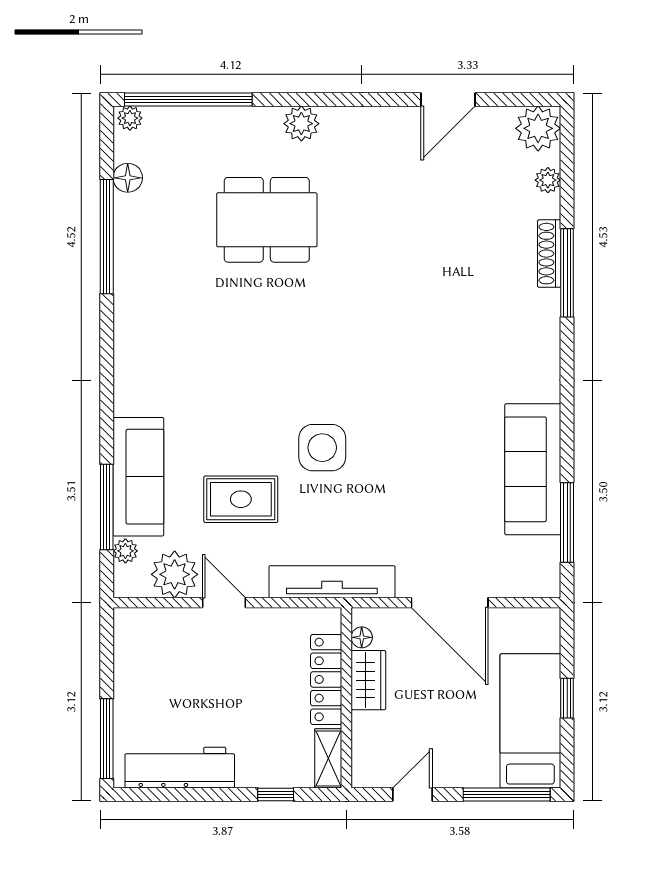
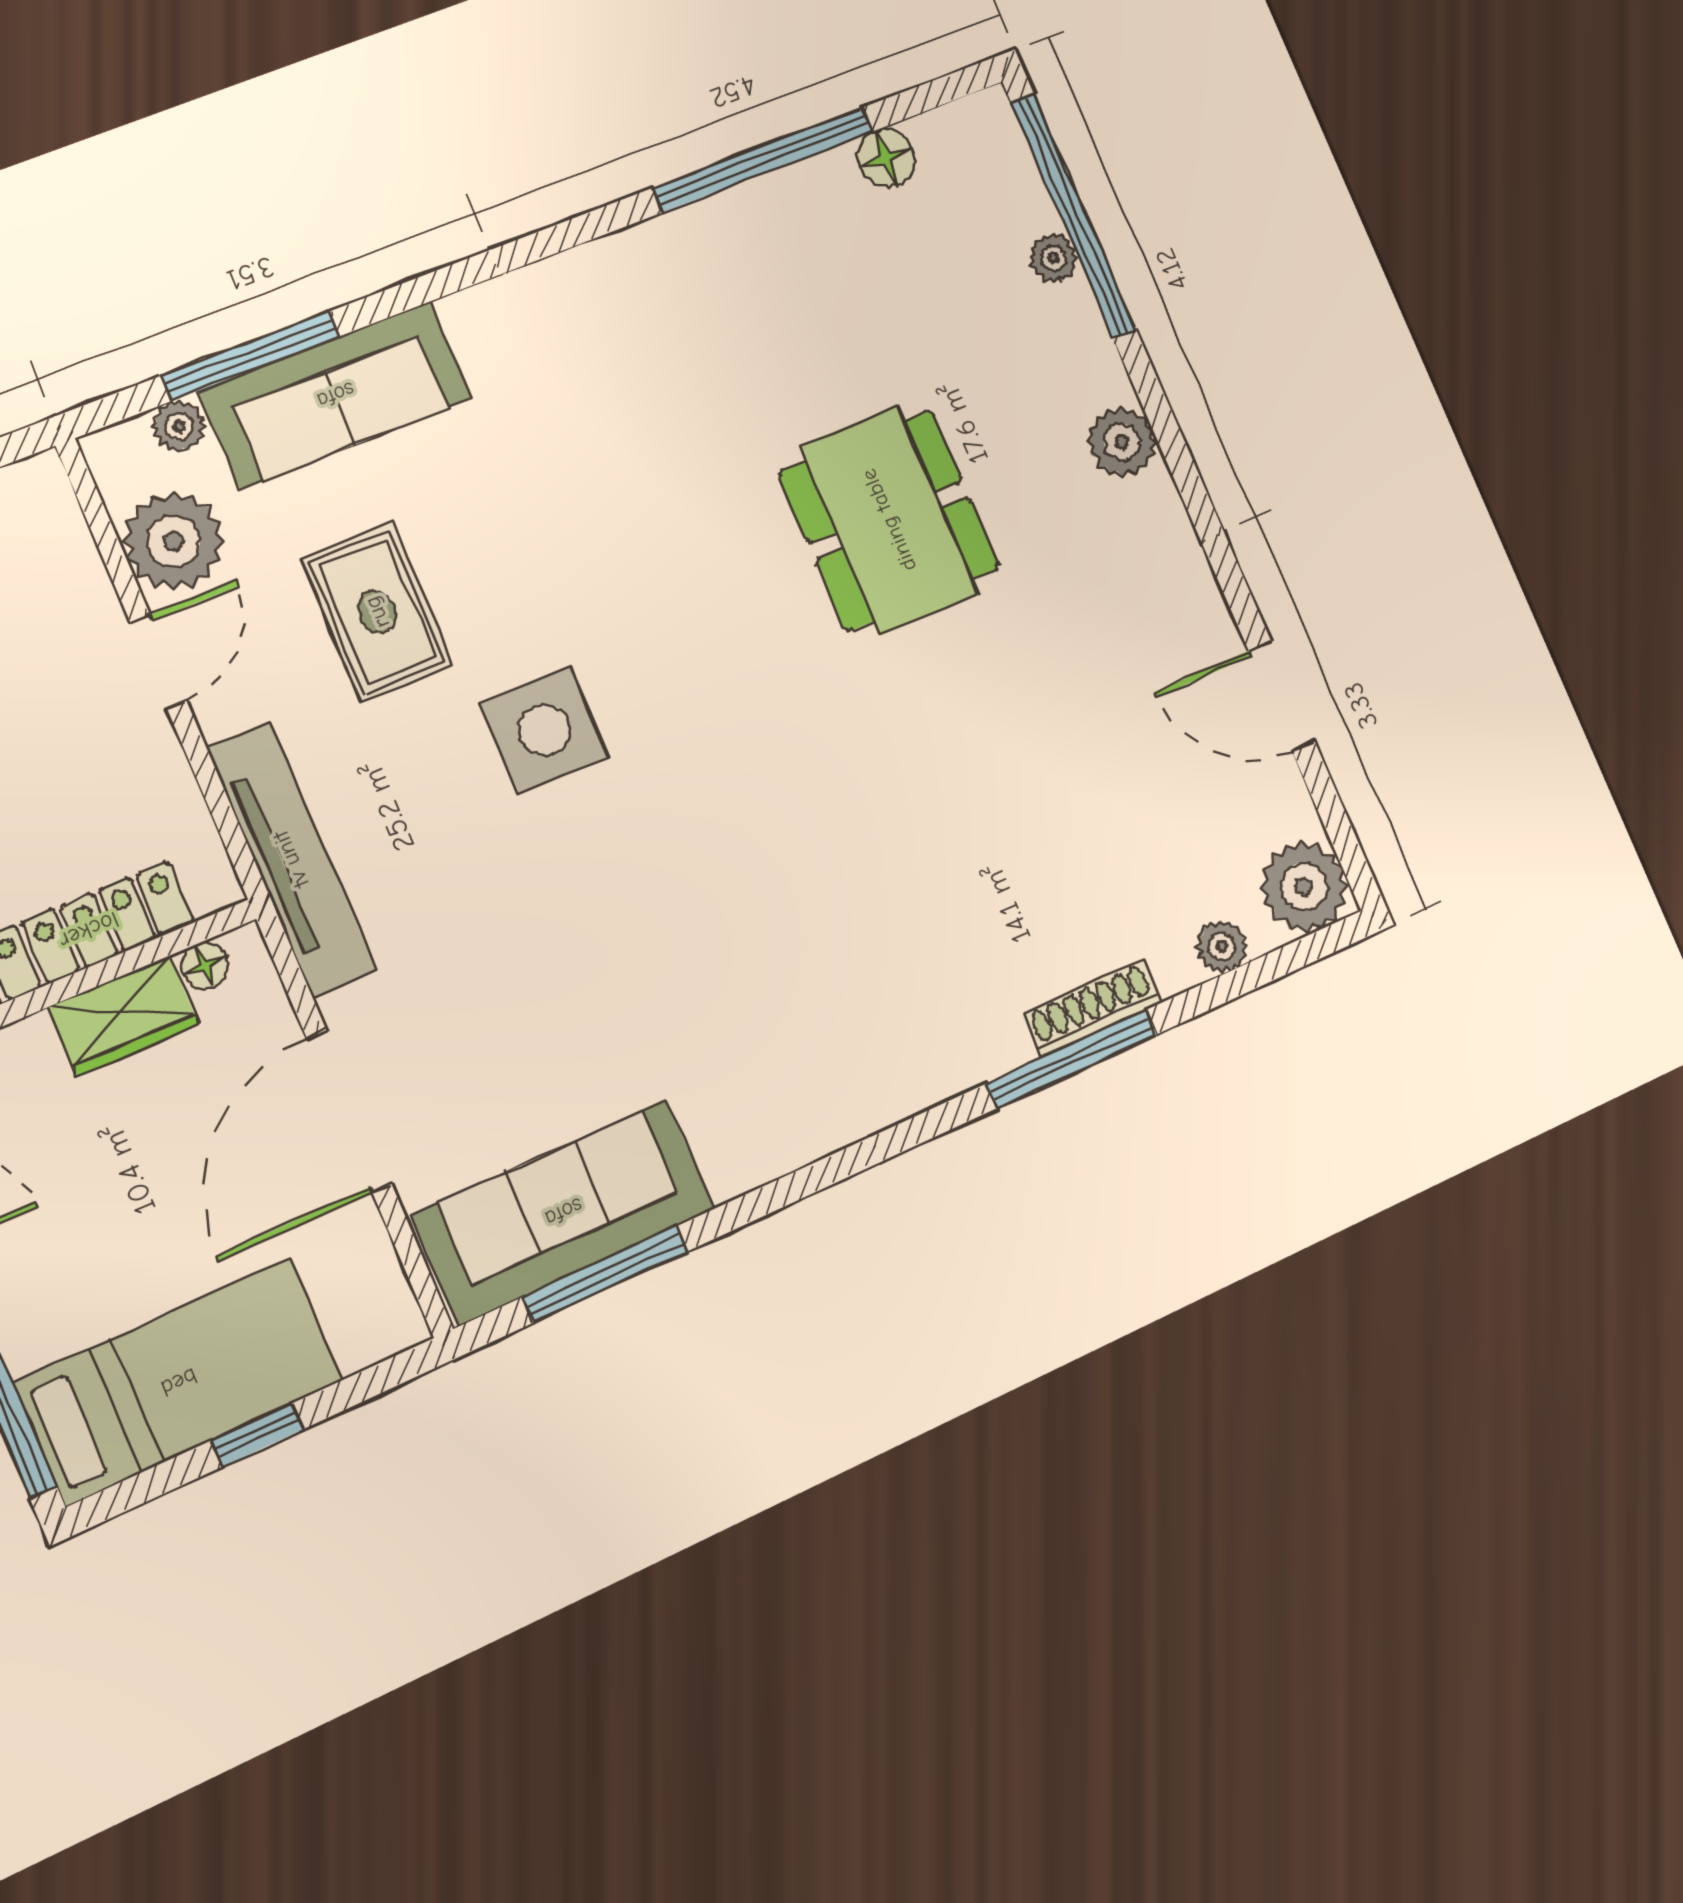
plant: (130, 118) -> (1053, 258), moved
dining table: (267, 220) -> (889, 520), moved
sofa: (533, 469) -> (564, 1212), moved

